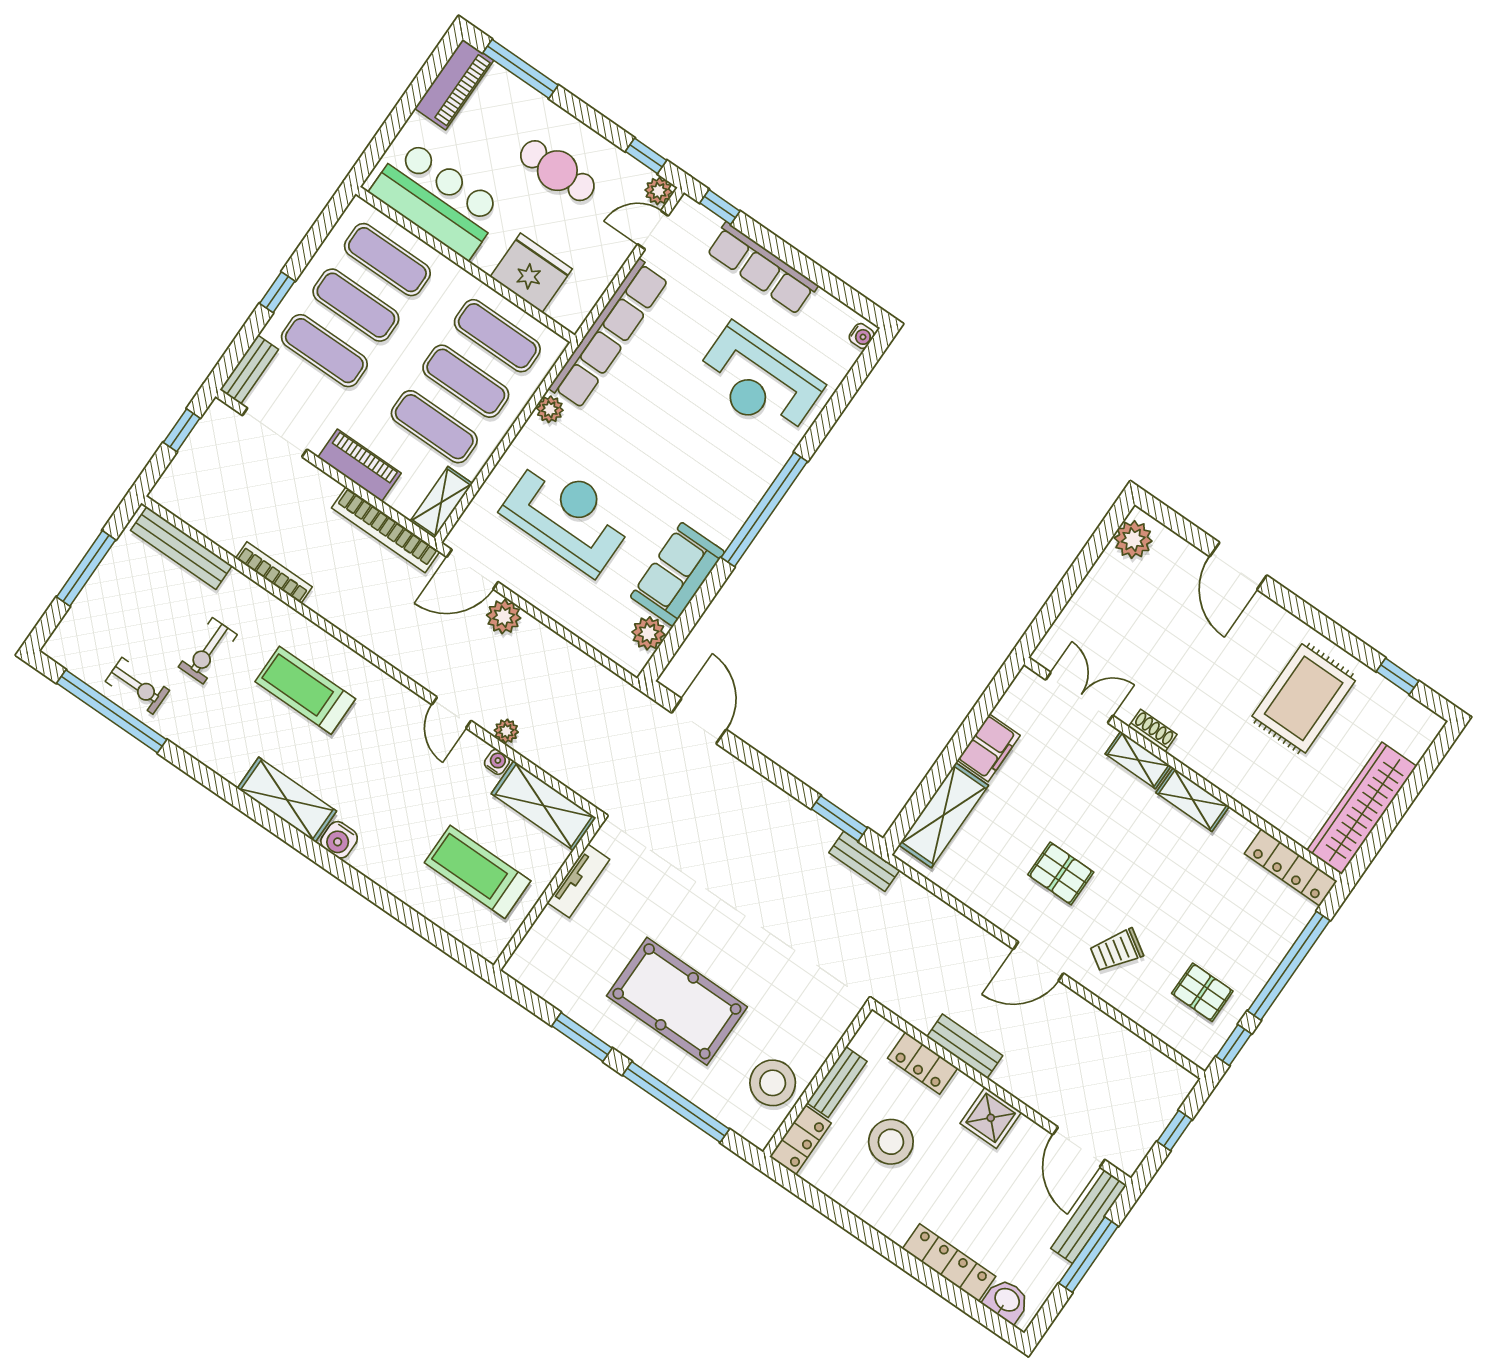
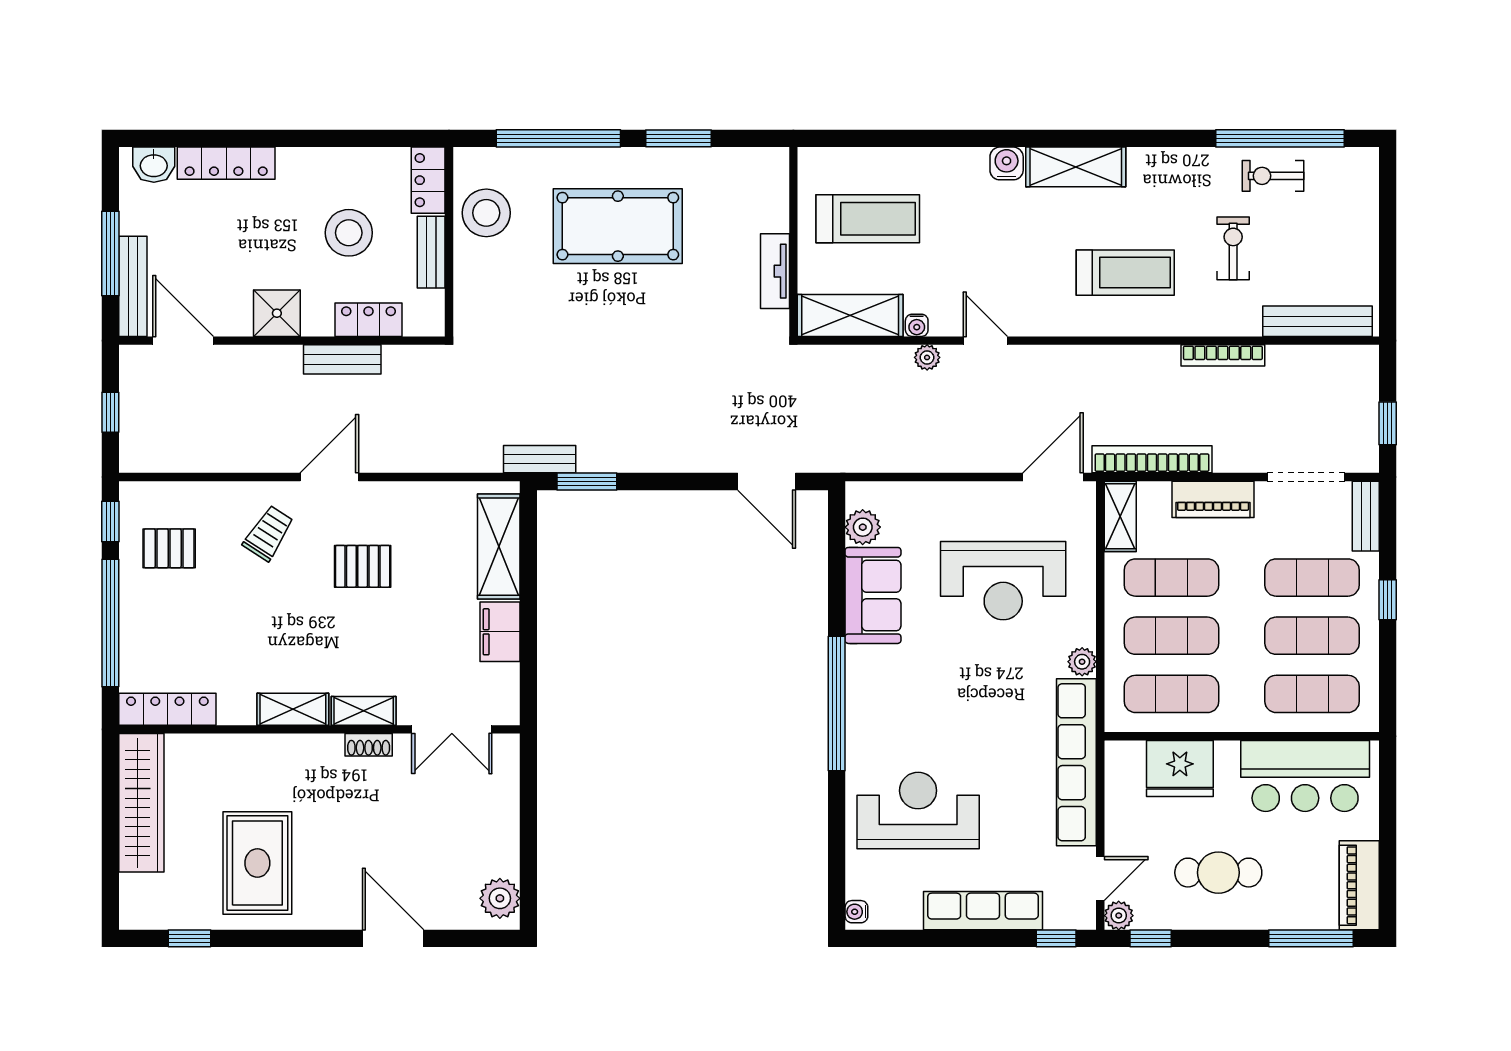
window: (86, 568) -> (1388, 247), removed
plant: (504, 617) -> (998, 455), removed

